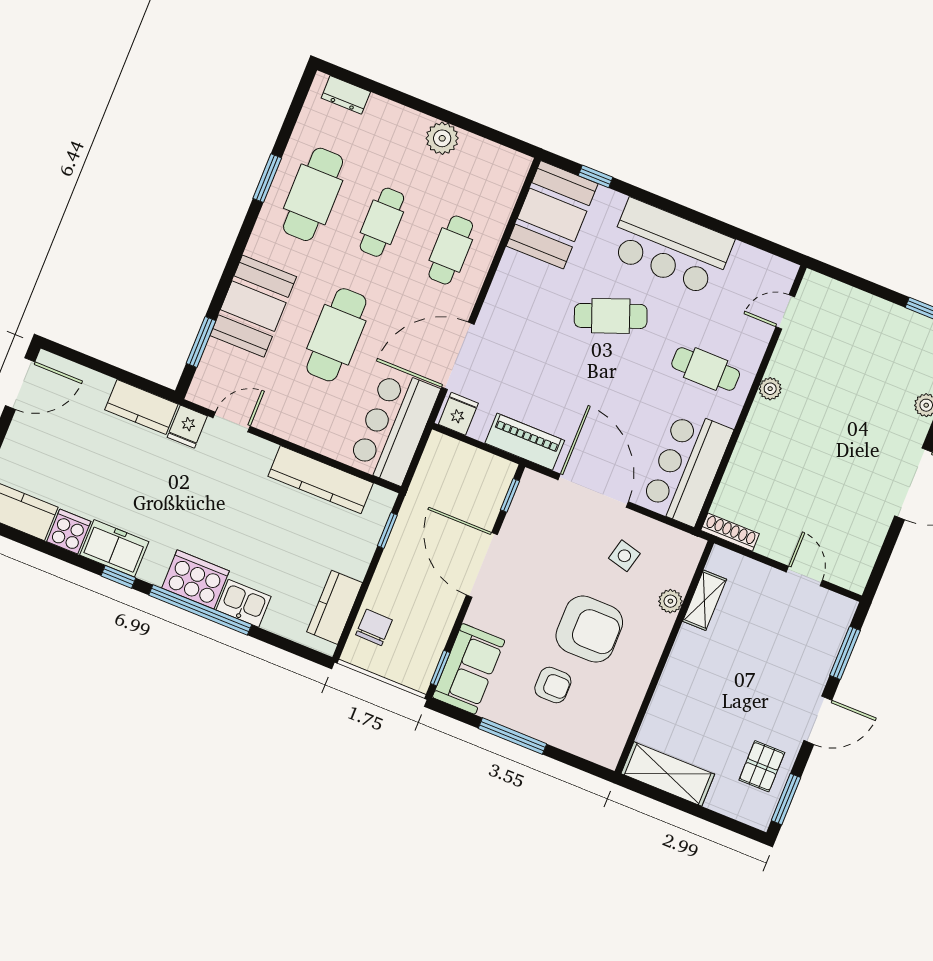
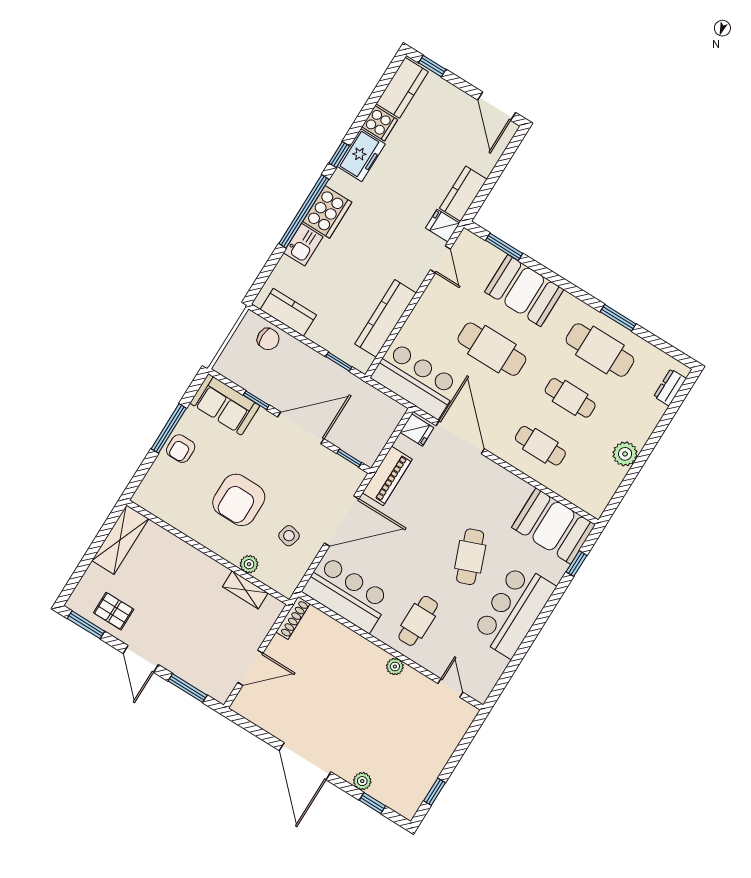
door: (804, 576) -> (250, 668), width x1.38
window: (440, 668) -> (256, 400), moved
armchair: (553, 685) -> (181, 449), moved

